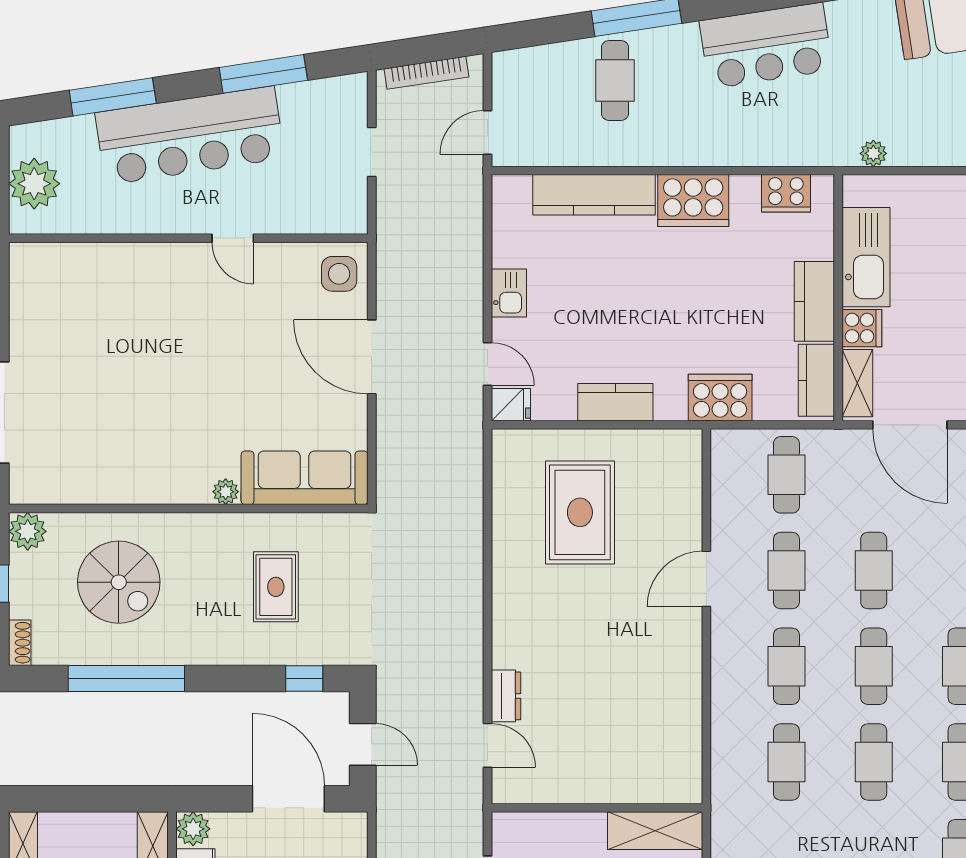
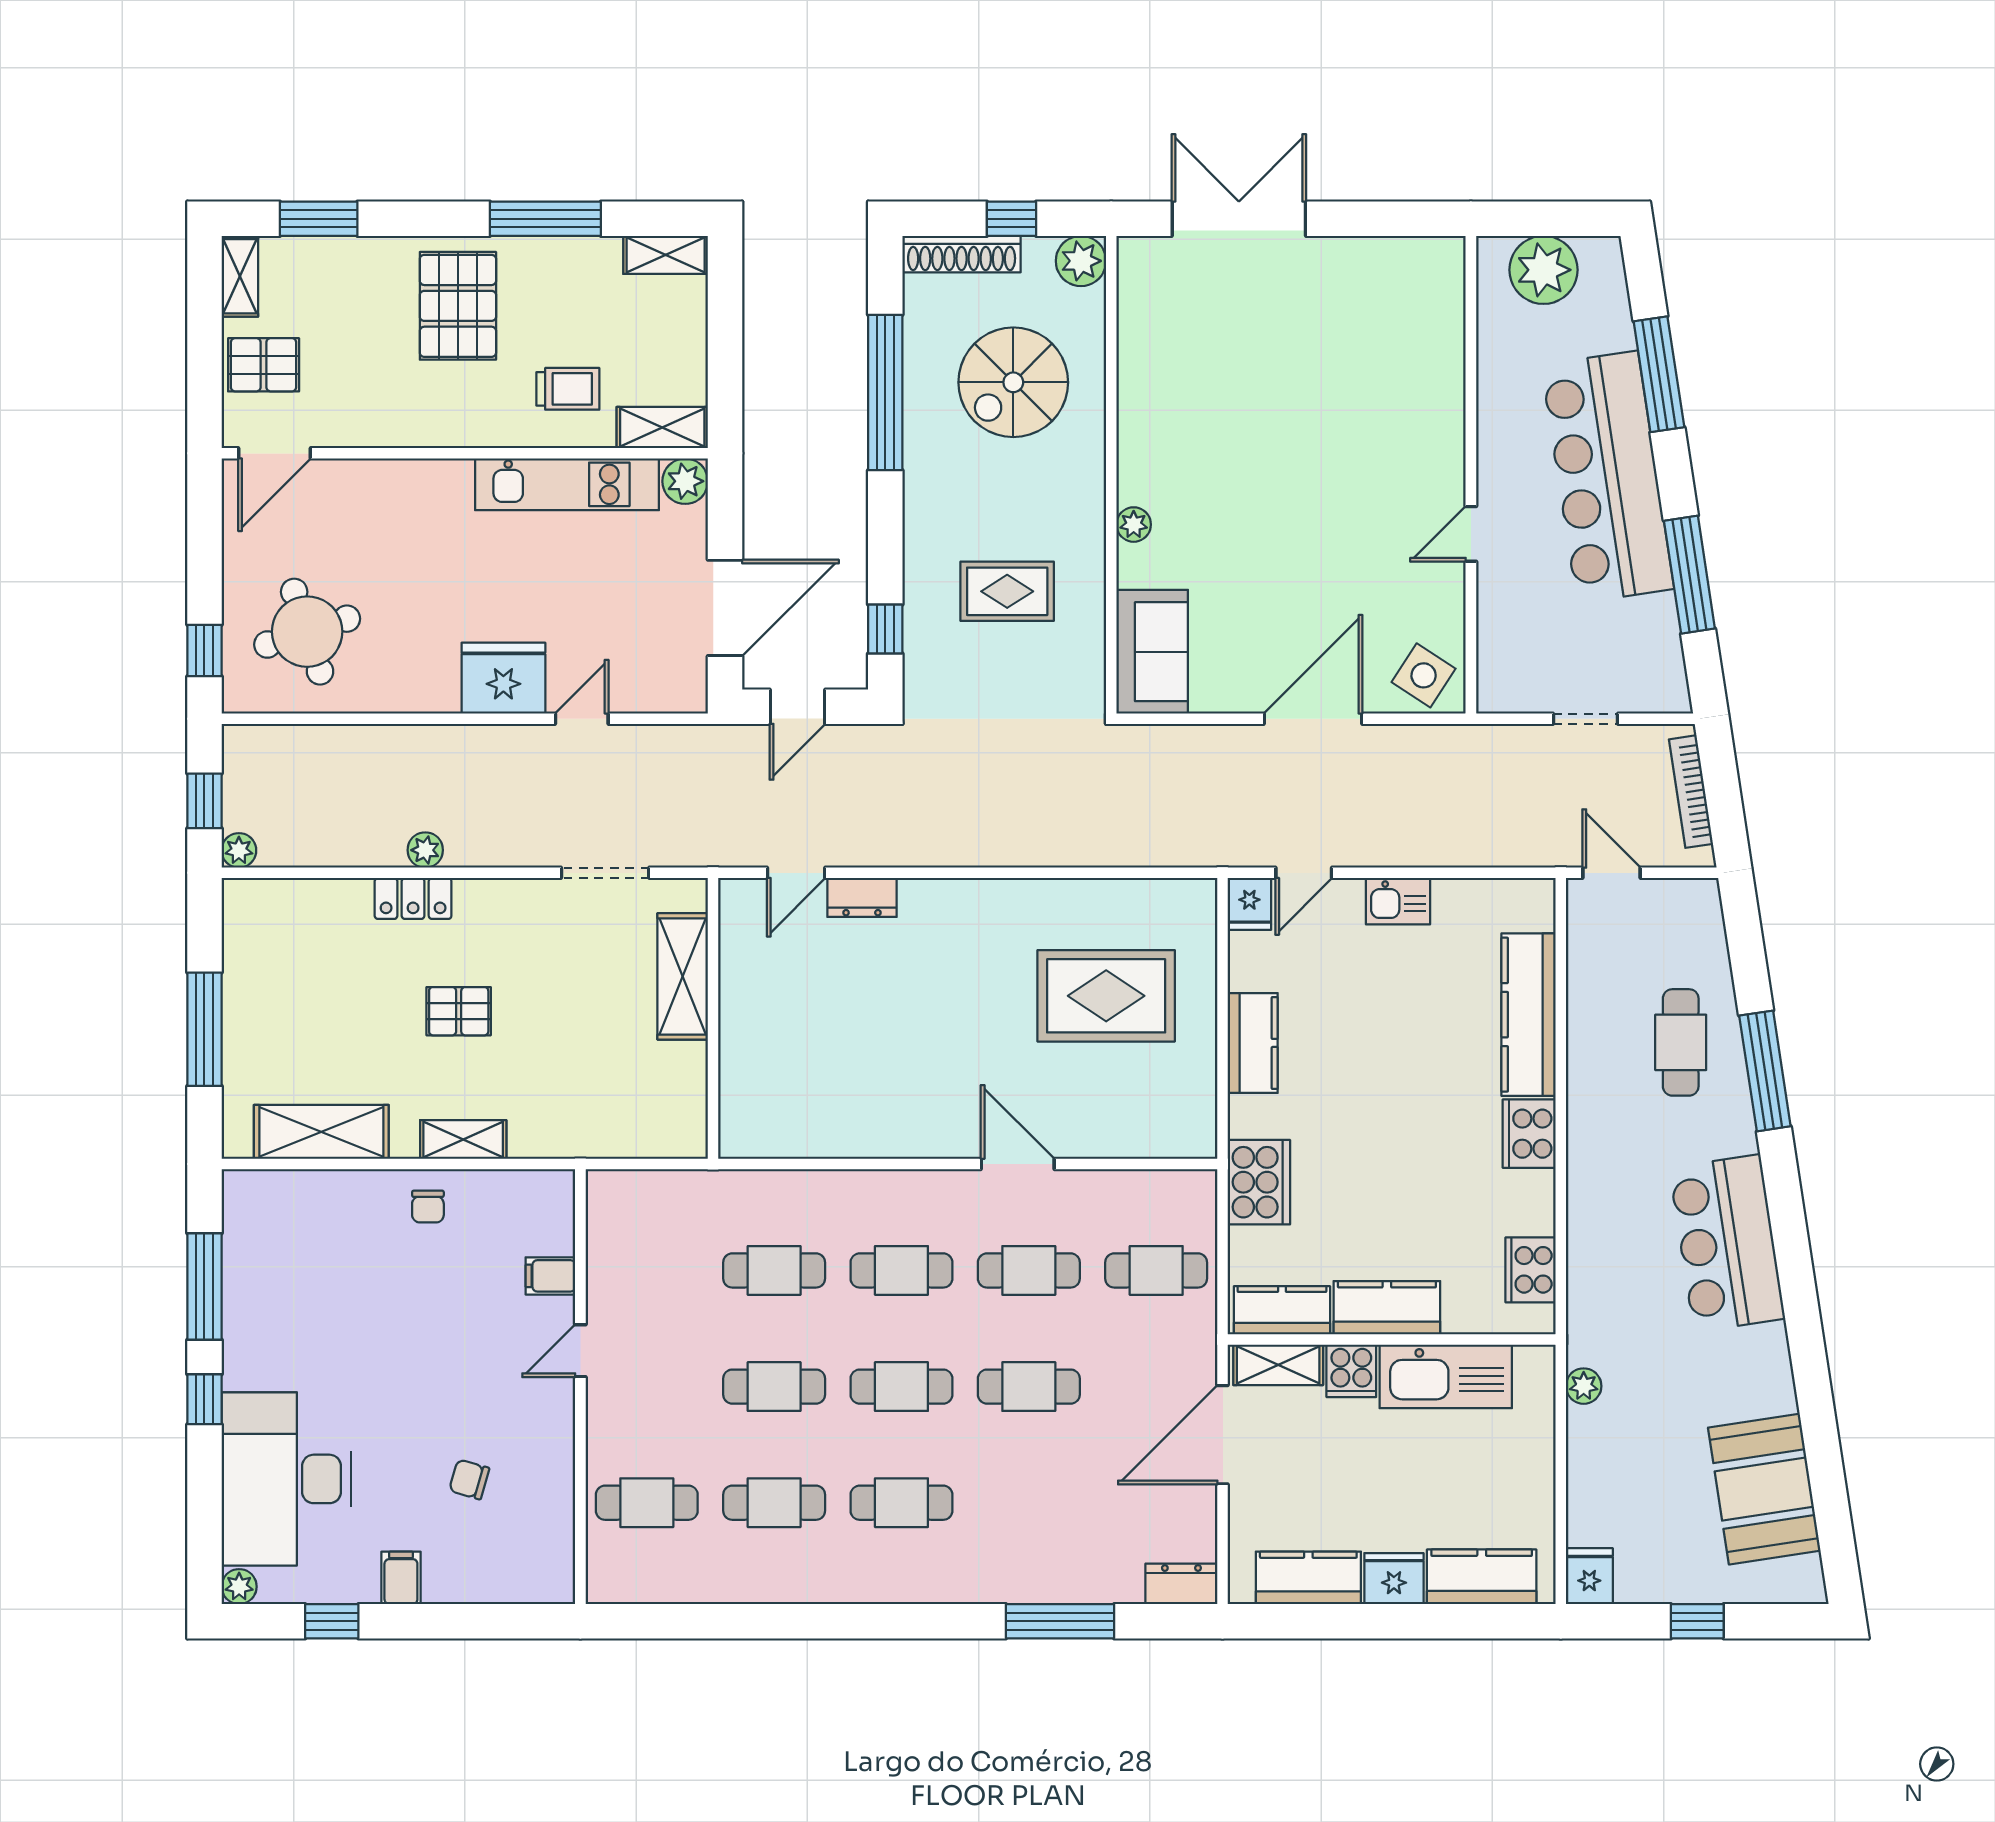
cafe table: (615, 80) -> (1681, 1042), turned 90
cooker: (693, 201) -> (1529, 1134), width x0.73, depth x0.76
side table: (339, 274) -> (1424, 675), turned 33
sofa: (304, 478) -> (1152, 652), width x0.73
shoe rack: (20, 643) -> (962, 254), width x1.94, depth x1.24
shelving: (655, 831) -> (683, 976), moved

